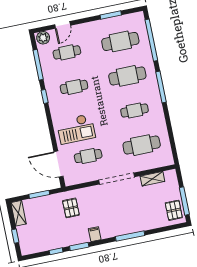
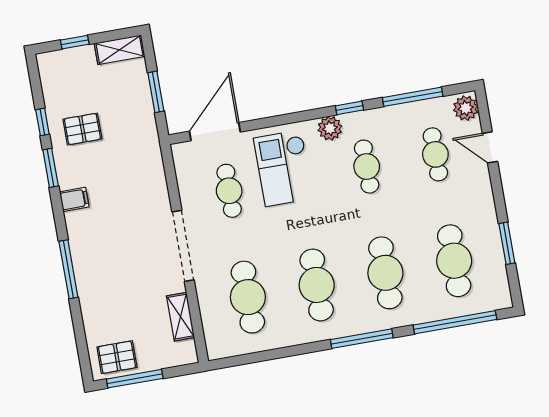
plant: (55, 106) -> (330, 128), added
cafe table: (134, 111) -> (317, 285), width x1.37, depth x1.35
pallet: (71, 208) -> (82, 129), moved

